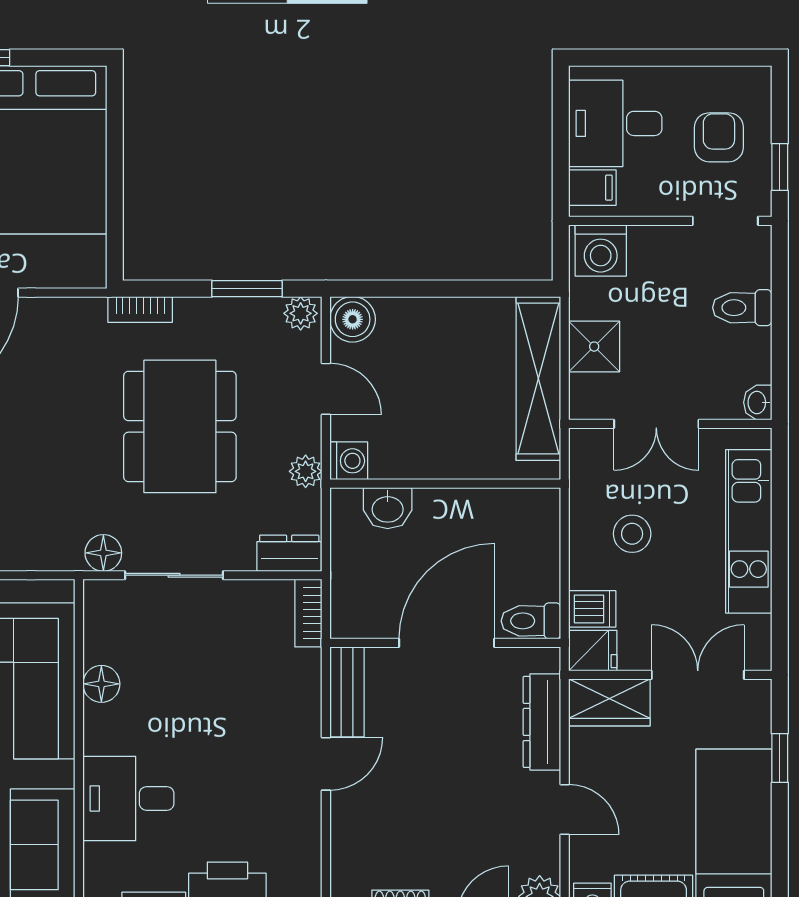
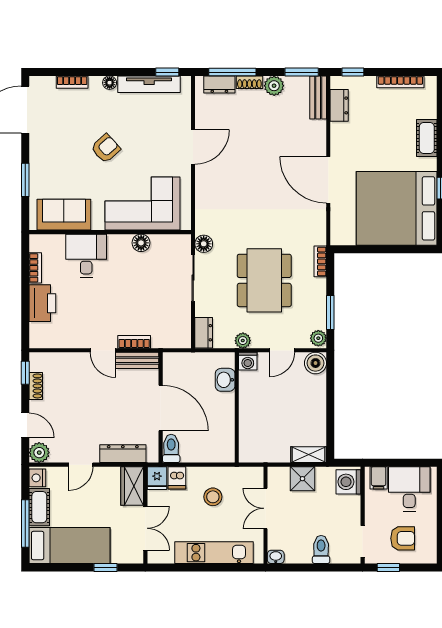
shelving: (538, 378) -> (309, 455), width x0.45, depth x0.75
dining table: (180, 426) -> (264, 280), turned 90
bookcase: (308, 613) -> (134, 342), moved

